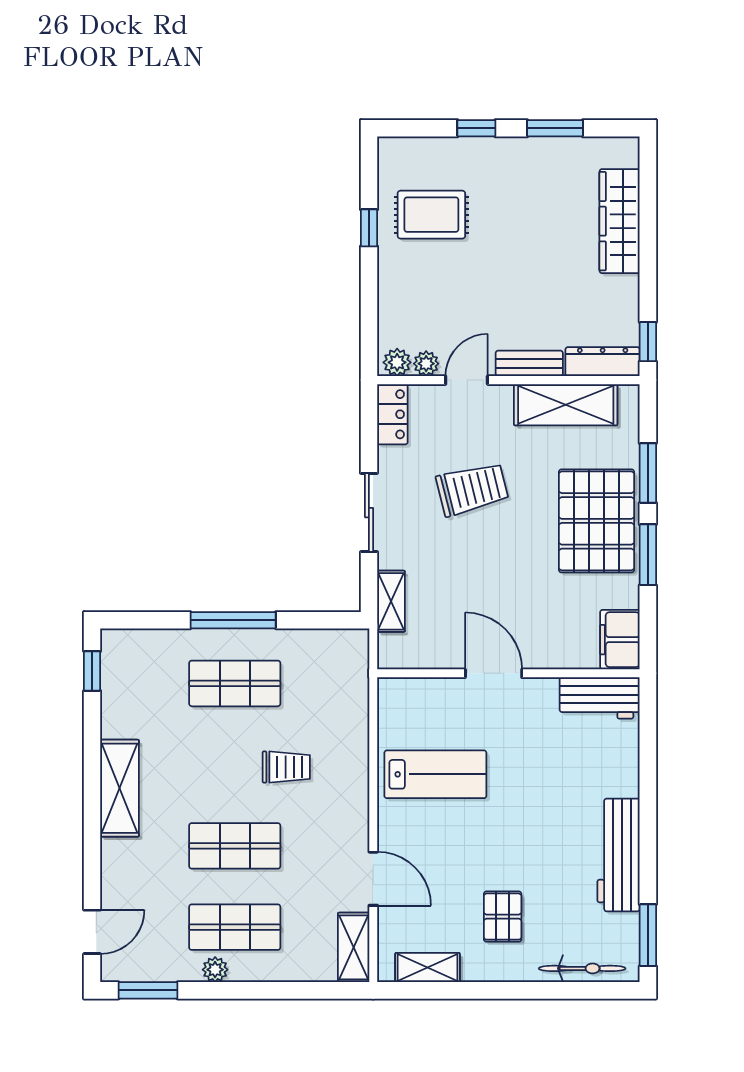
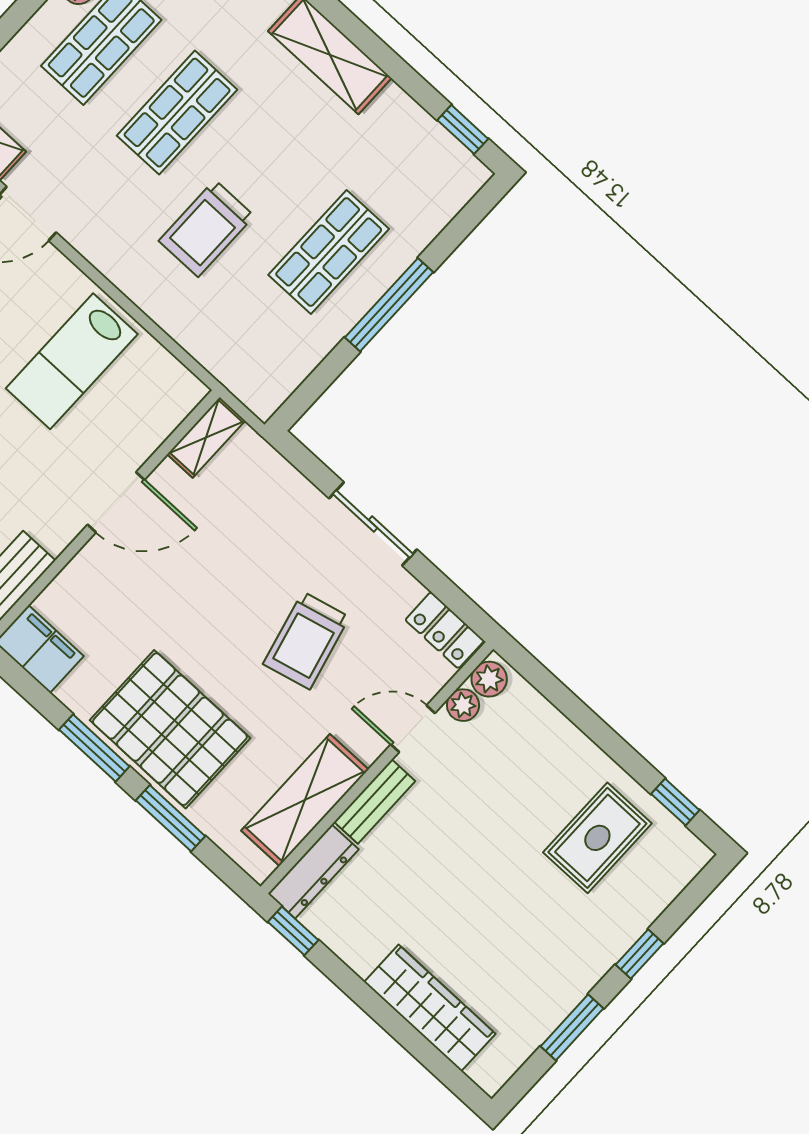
window: (369, 228) -> (675, 802), moved
door: (467, 380) -> (413, 729), swing flipped
shelving: (391, 601) -> (206, 437), moved, turned 90
trolley: (286, 767) -> (206, 228), width x1.36, depth x1.39

